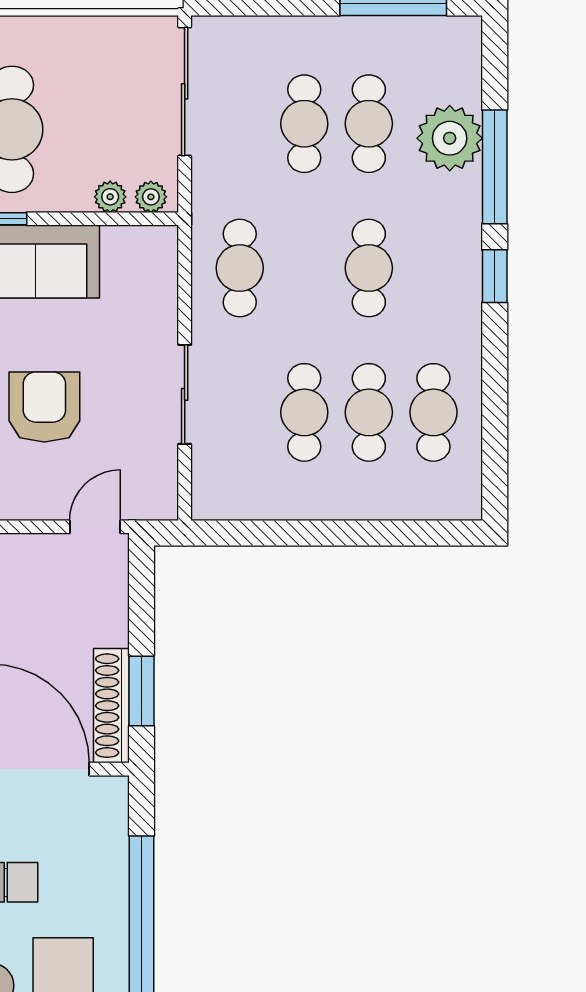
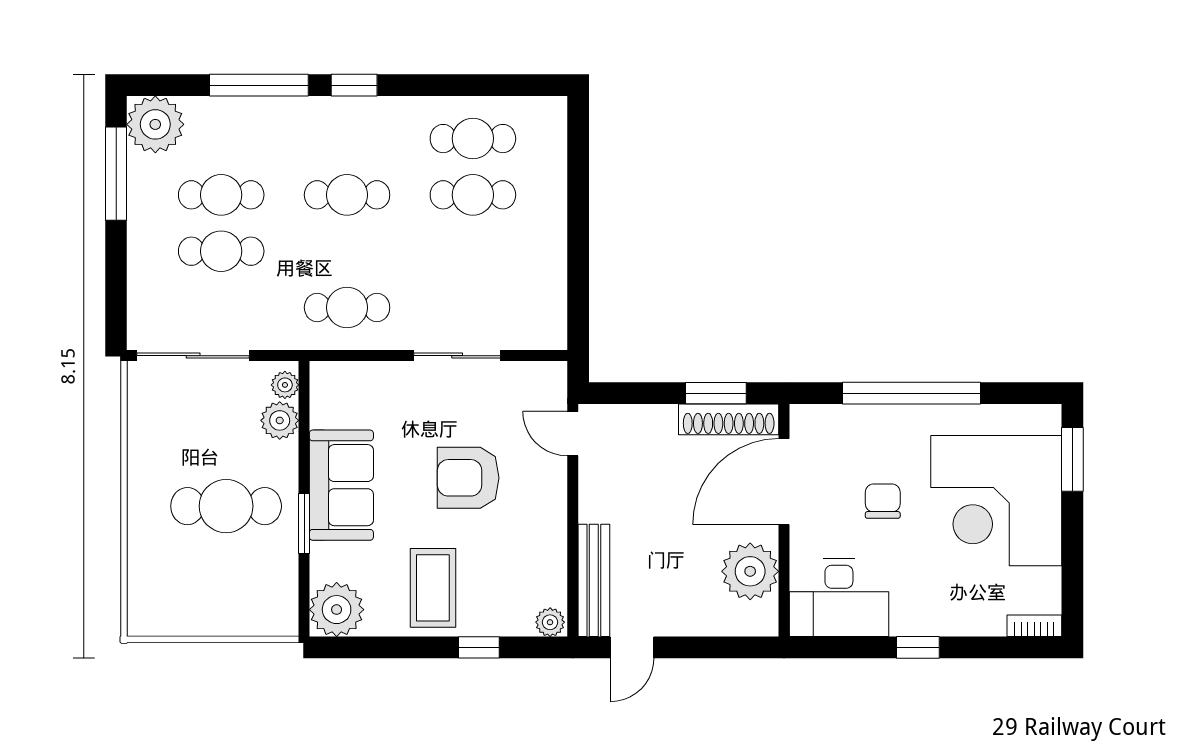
plant: (450, 138) -> (155, 124), moved
plant: (110, 197) -> (280, 420), width x1.38, depth x1.38
cafe table: (304, 412) -> (473, 251), removed

